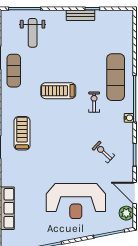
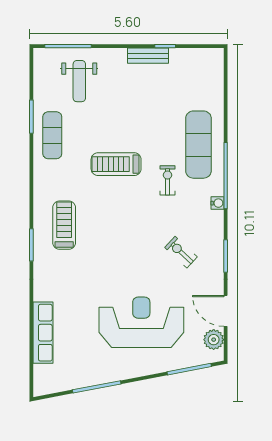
reception desk: (76, 201) -> (141, 322), turned 180

